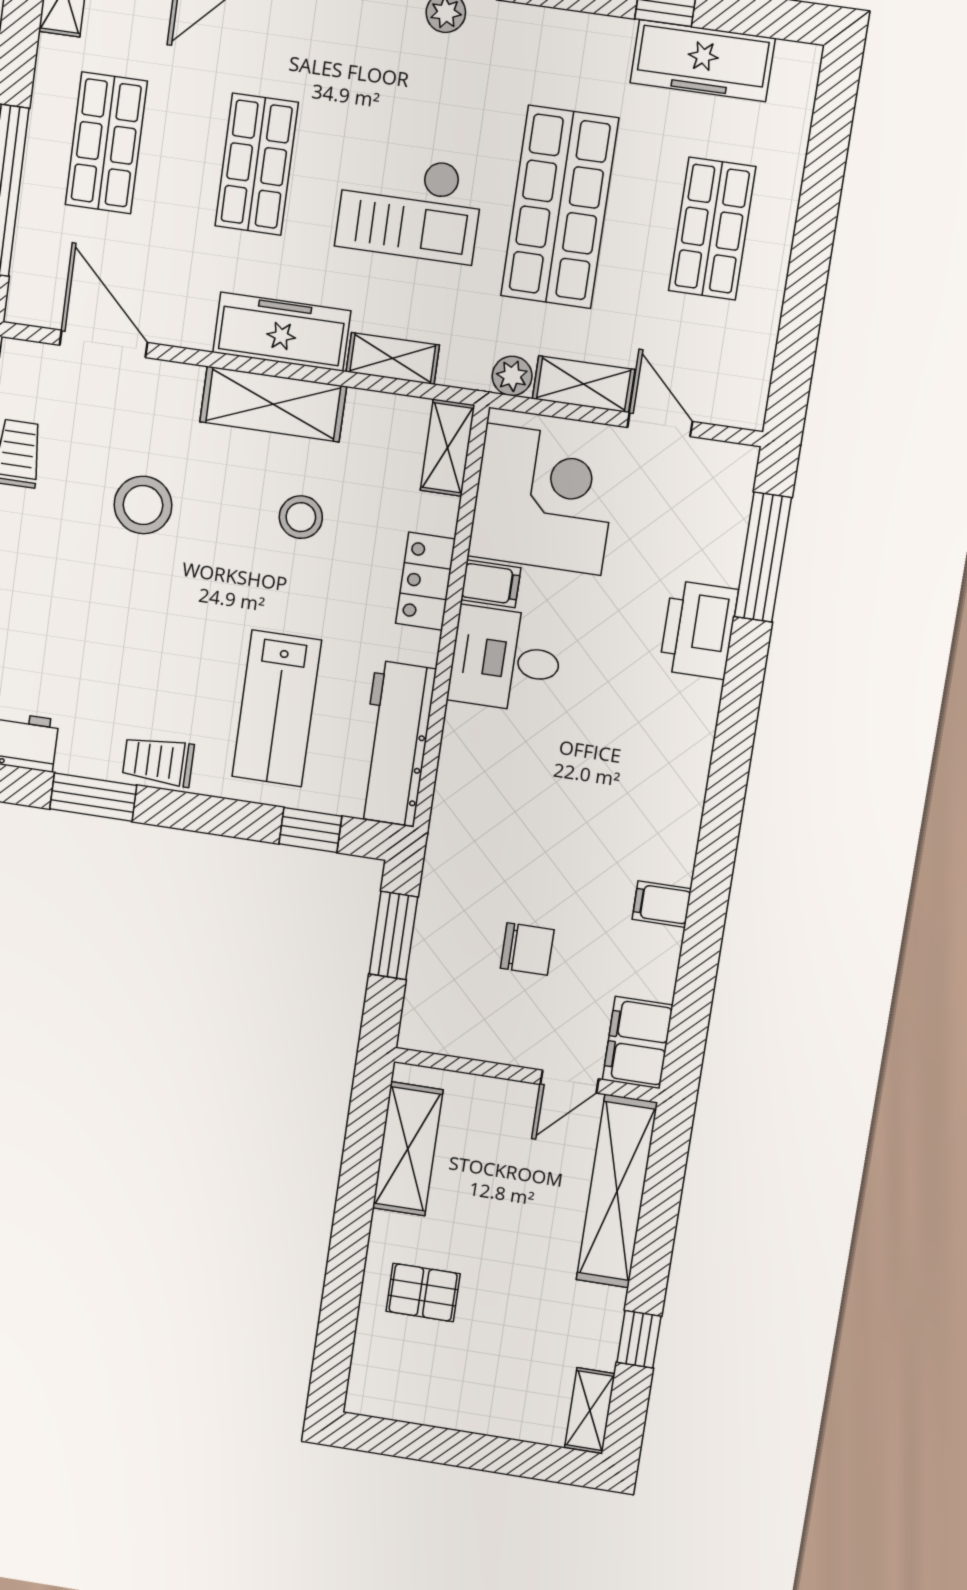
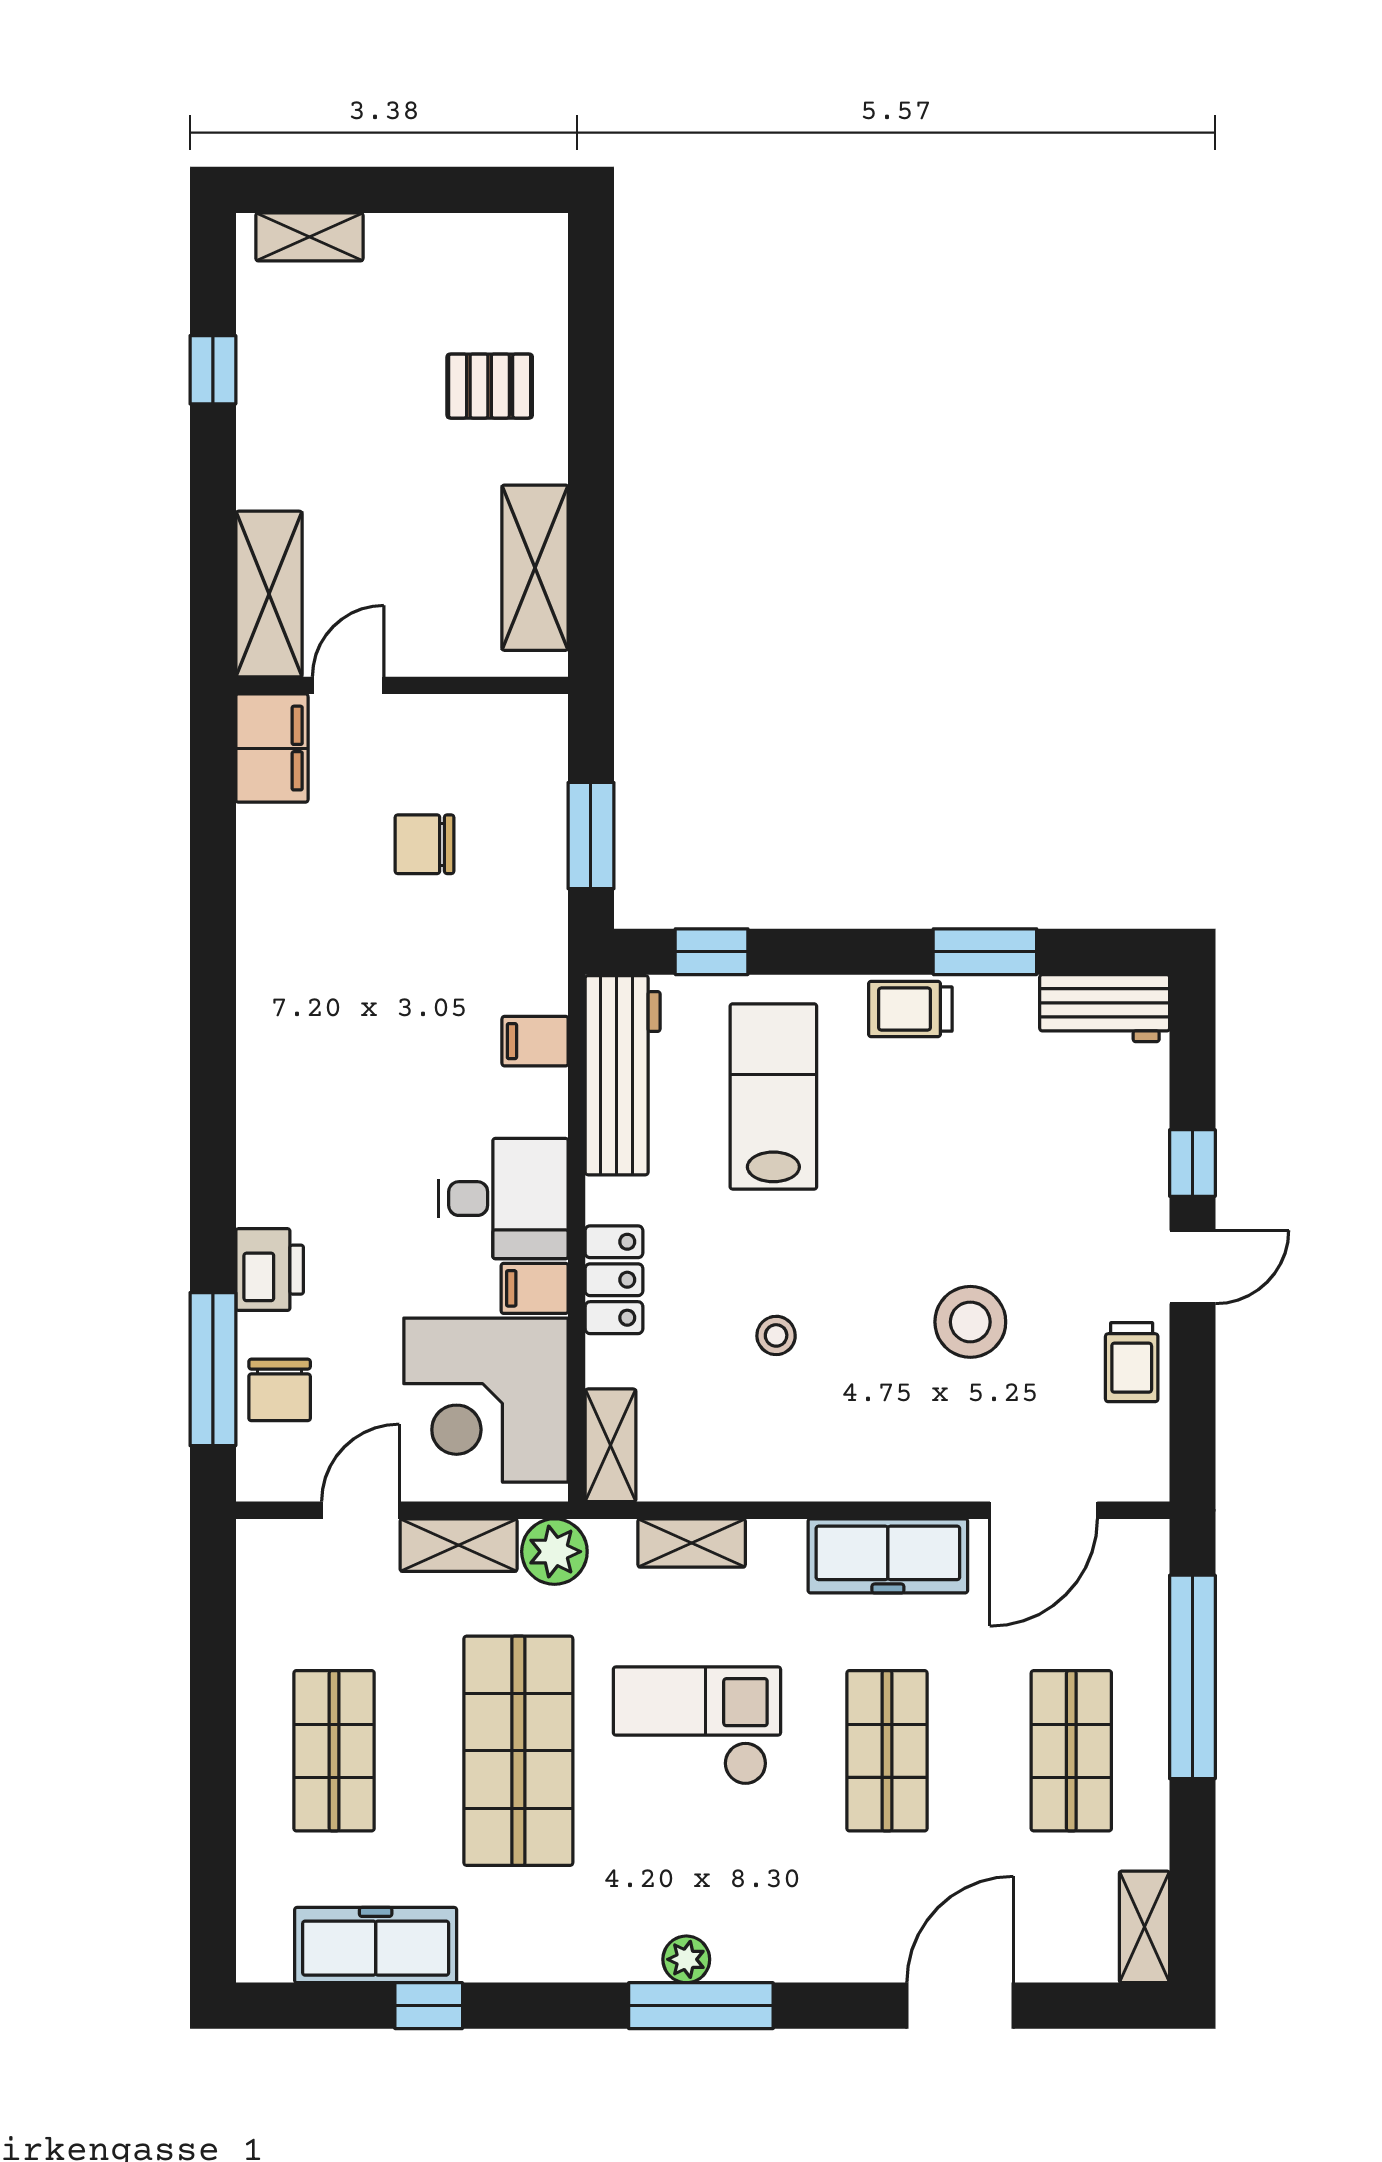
freezer: (282, 332) -> (888, 1556), moved
door: (104, 344) -> (1044, 1510), hinge flipped
plant: (512, 376) -> (554, 1552), width x1.38, depth x1.38
shelving: (273, 404) -> (828, 1467), removed
door: (660, 424) -> (360, 1510), swing flipped
stool: (301, 517) -> (776, 1335), width x0.73, depth x0.73
chair: (711, 532) -> (280, 1390), added
printer: (699, 630) -> (270, 1270), width x0.73, depth x0.84
trolley: (158, 761) -> (910, 1009), turned 180
filing cabinet: (662, 904) -> (535, 1041), moved, turned 180
shelving: (617, 1191) -> (269, 594), width x0.68
shelving: (590, 1411) -> (309, 237), moved, turned 90

